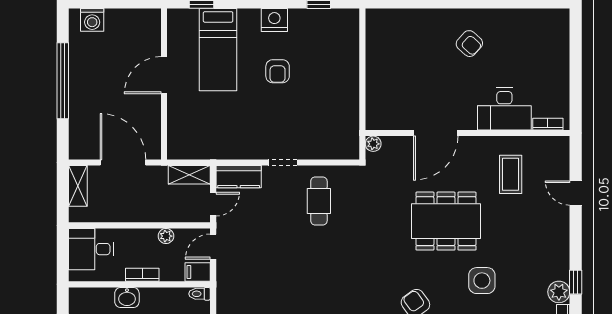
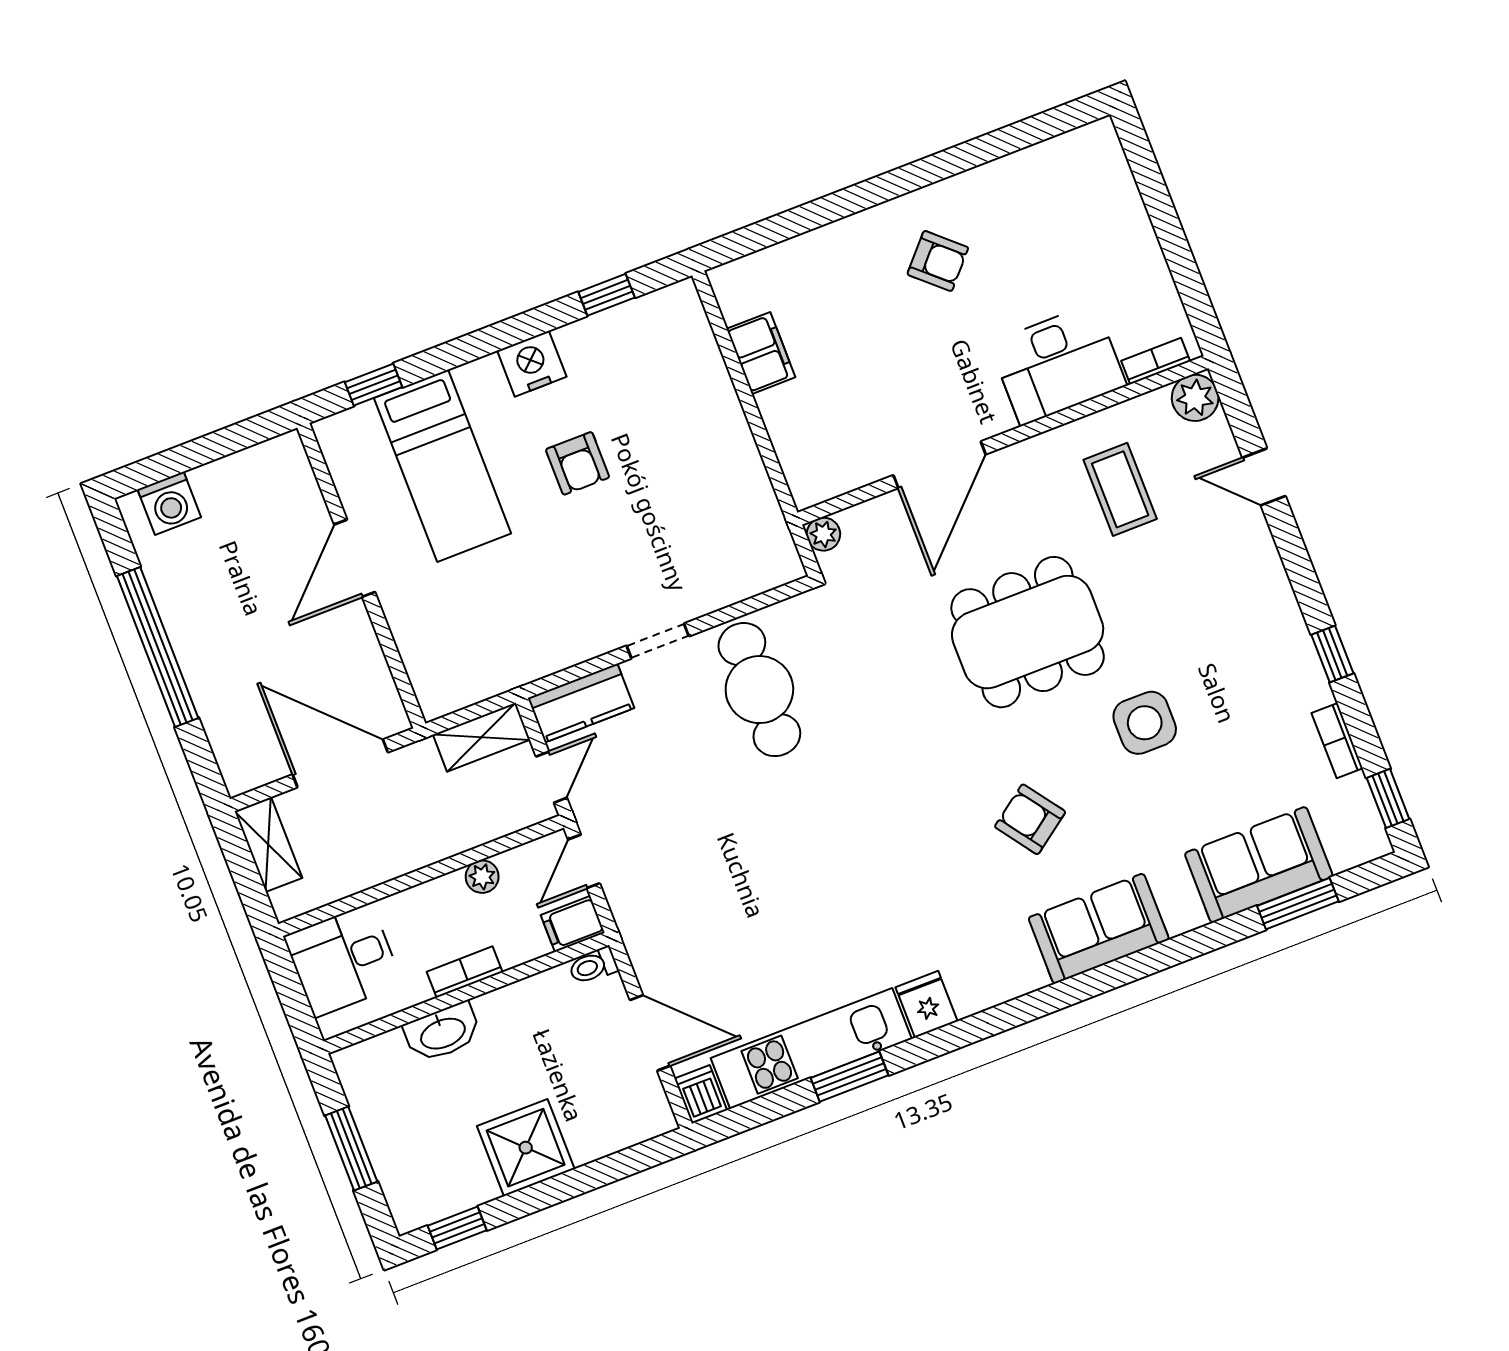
filing cabinet: (376, 54) -> (761, 353), added
cafe table: (319, 201) -> (759, 690), width x1.37, depth x1.35
plant: (559, 292) -> (1195, 398), moved
washbasin: (127, 297) -> (442, 1032), width x1.38

